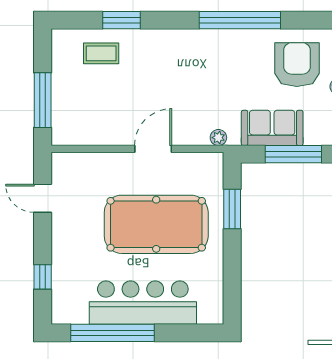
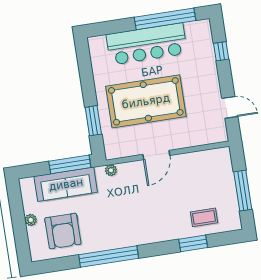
window: (43, 100) -> (243, 191), moved
sofa: (272, 128) -> (66, 184), width x1.36
window: (293, 154) -> (70, 164), moved

